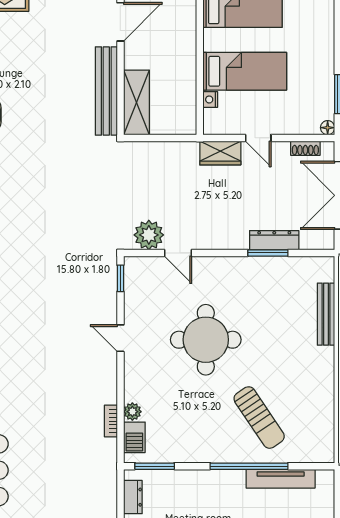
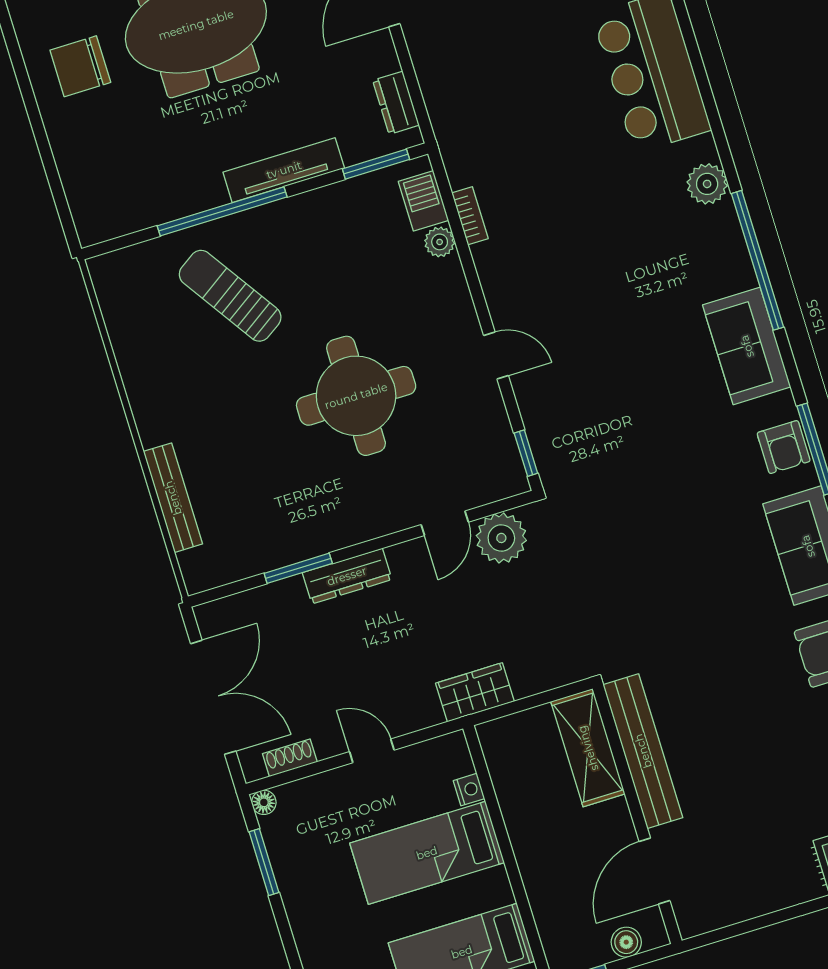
wardrobe: (220, 153) -> (475, 692), moved
dresser: (274, 240) -> (347, 576), moved
door: (178, 253) -> (445, 523), swing flipped
tv unit: (281, 479) -> (284, 170), moved

